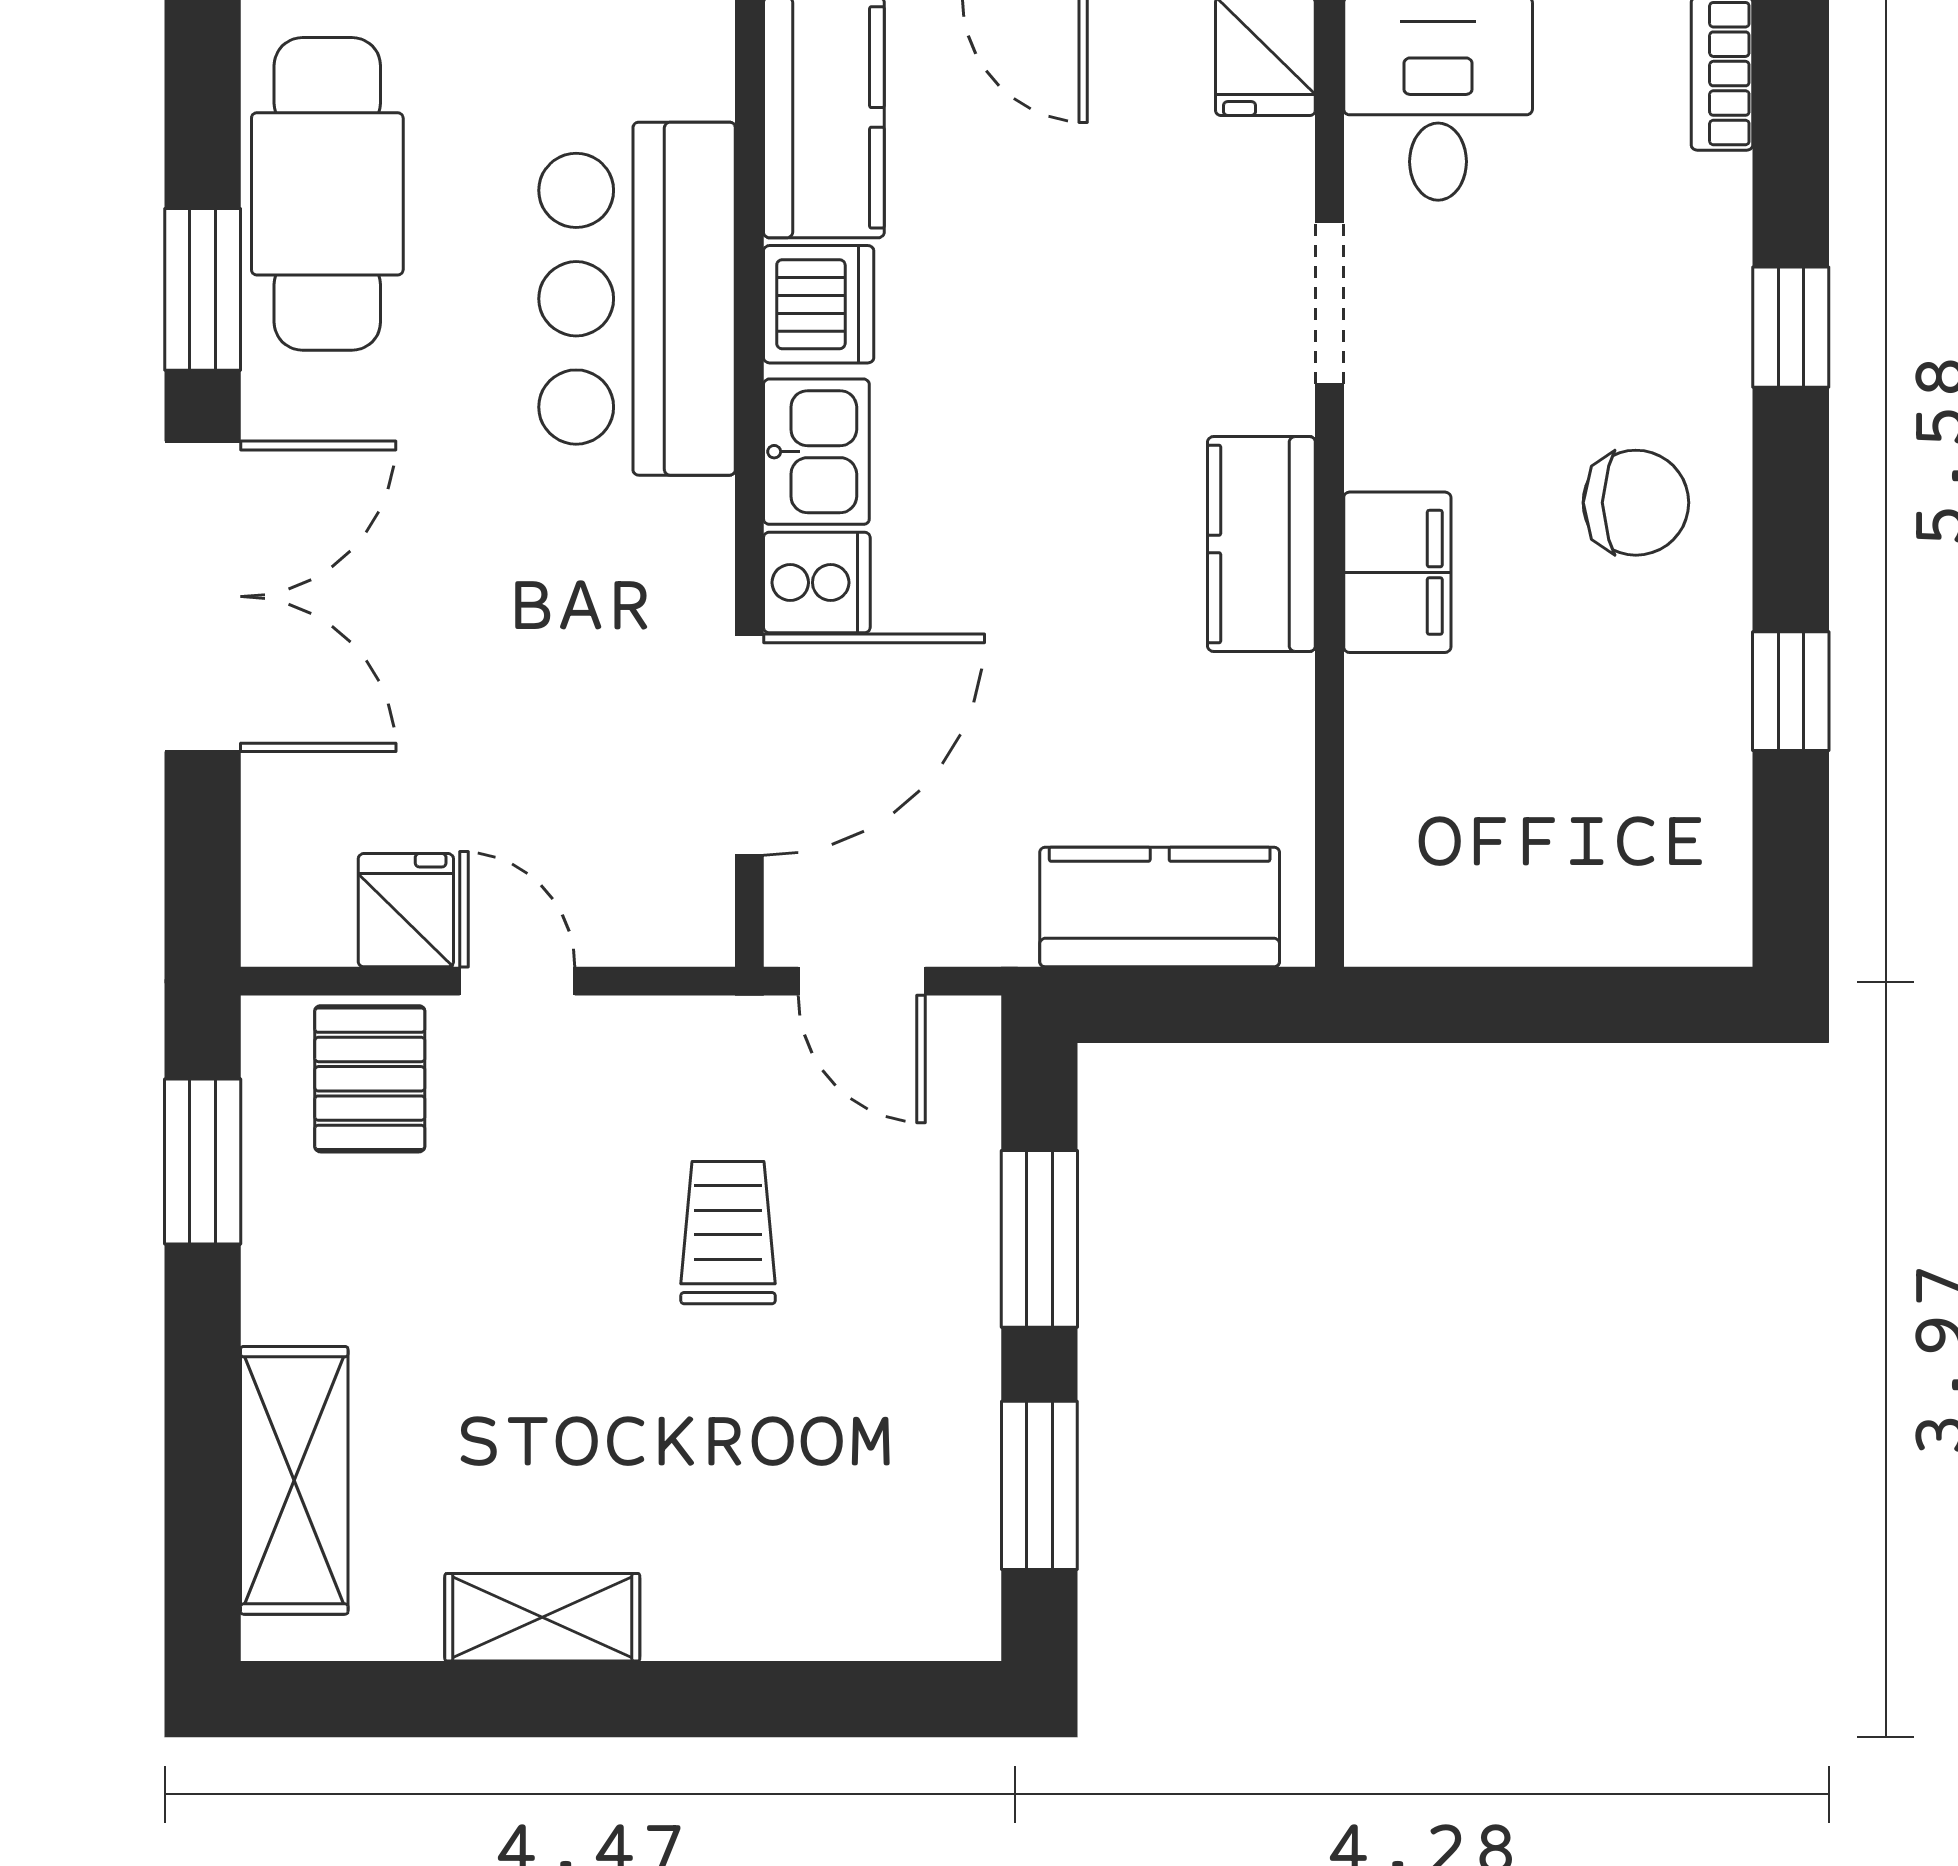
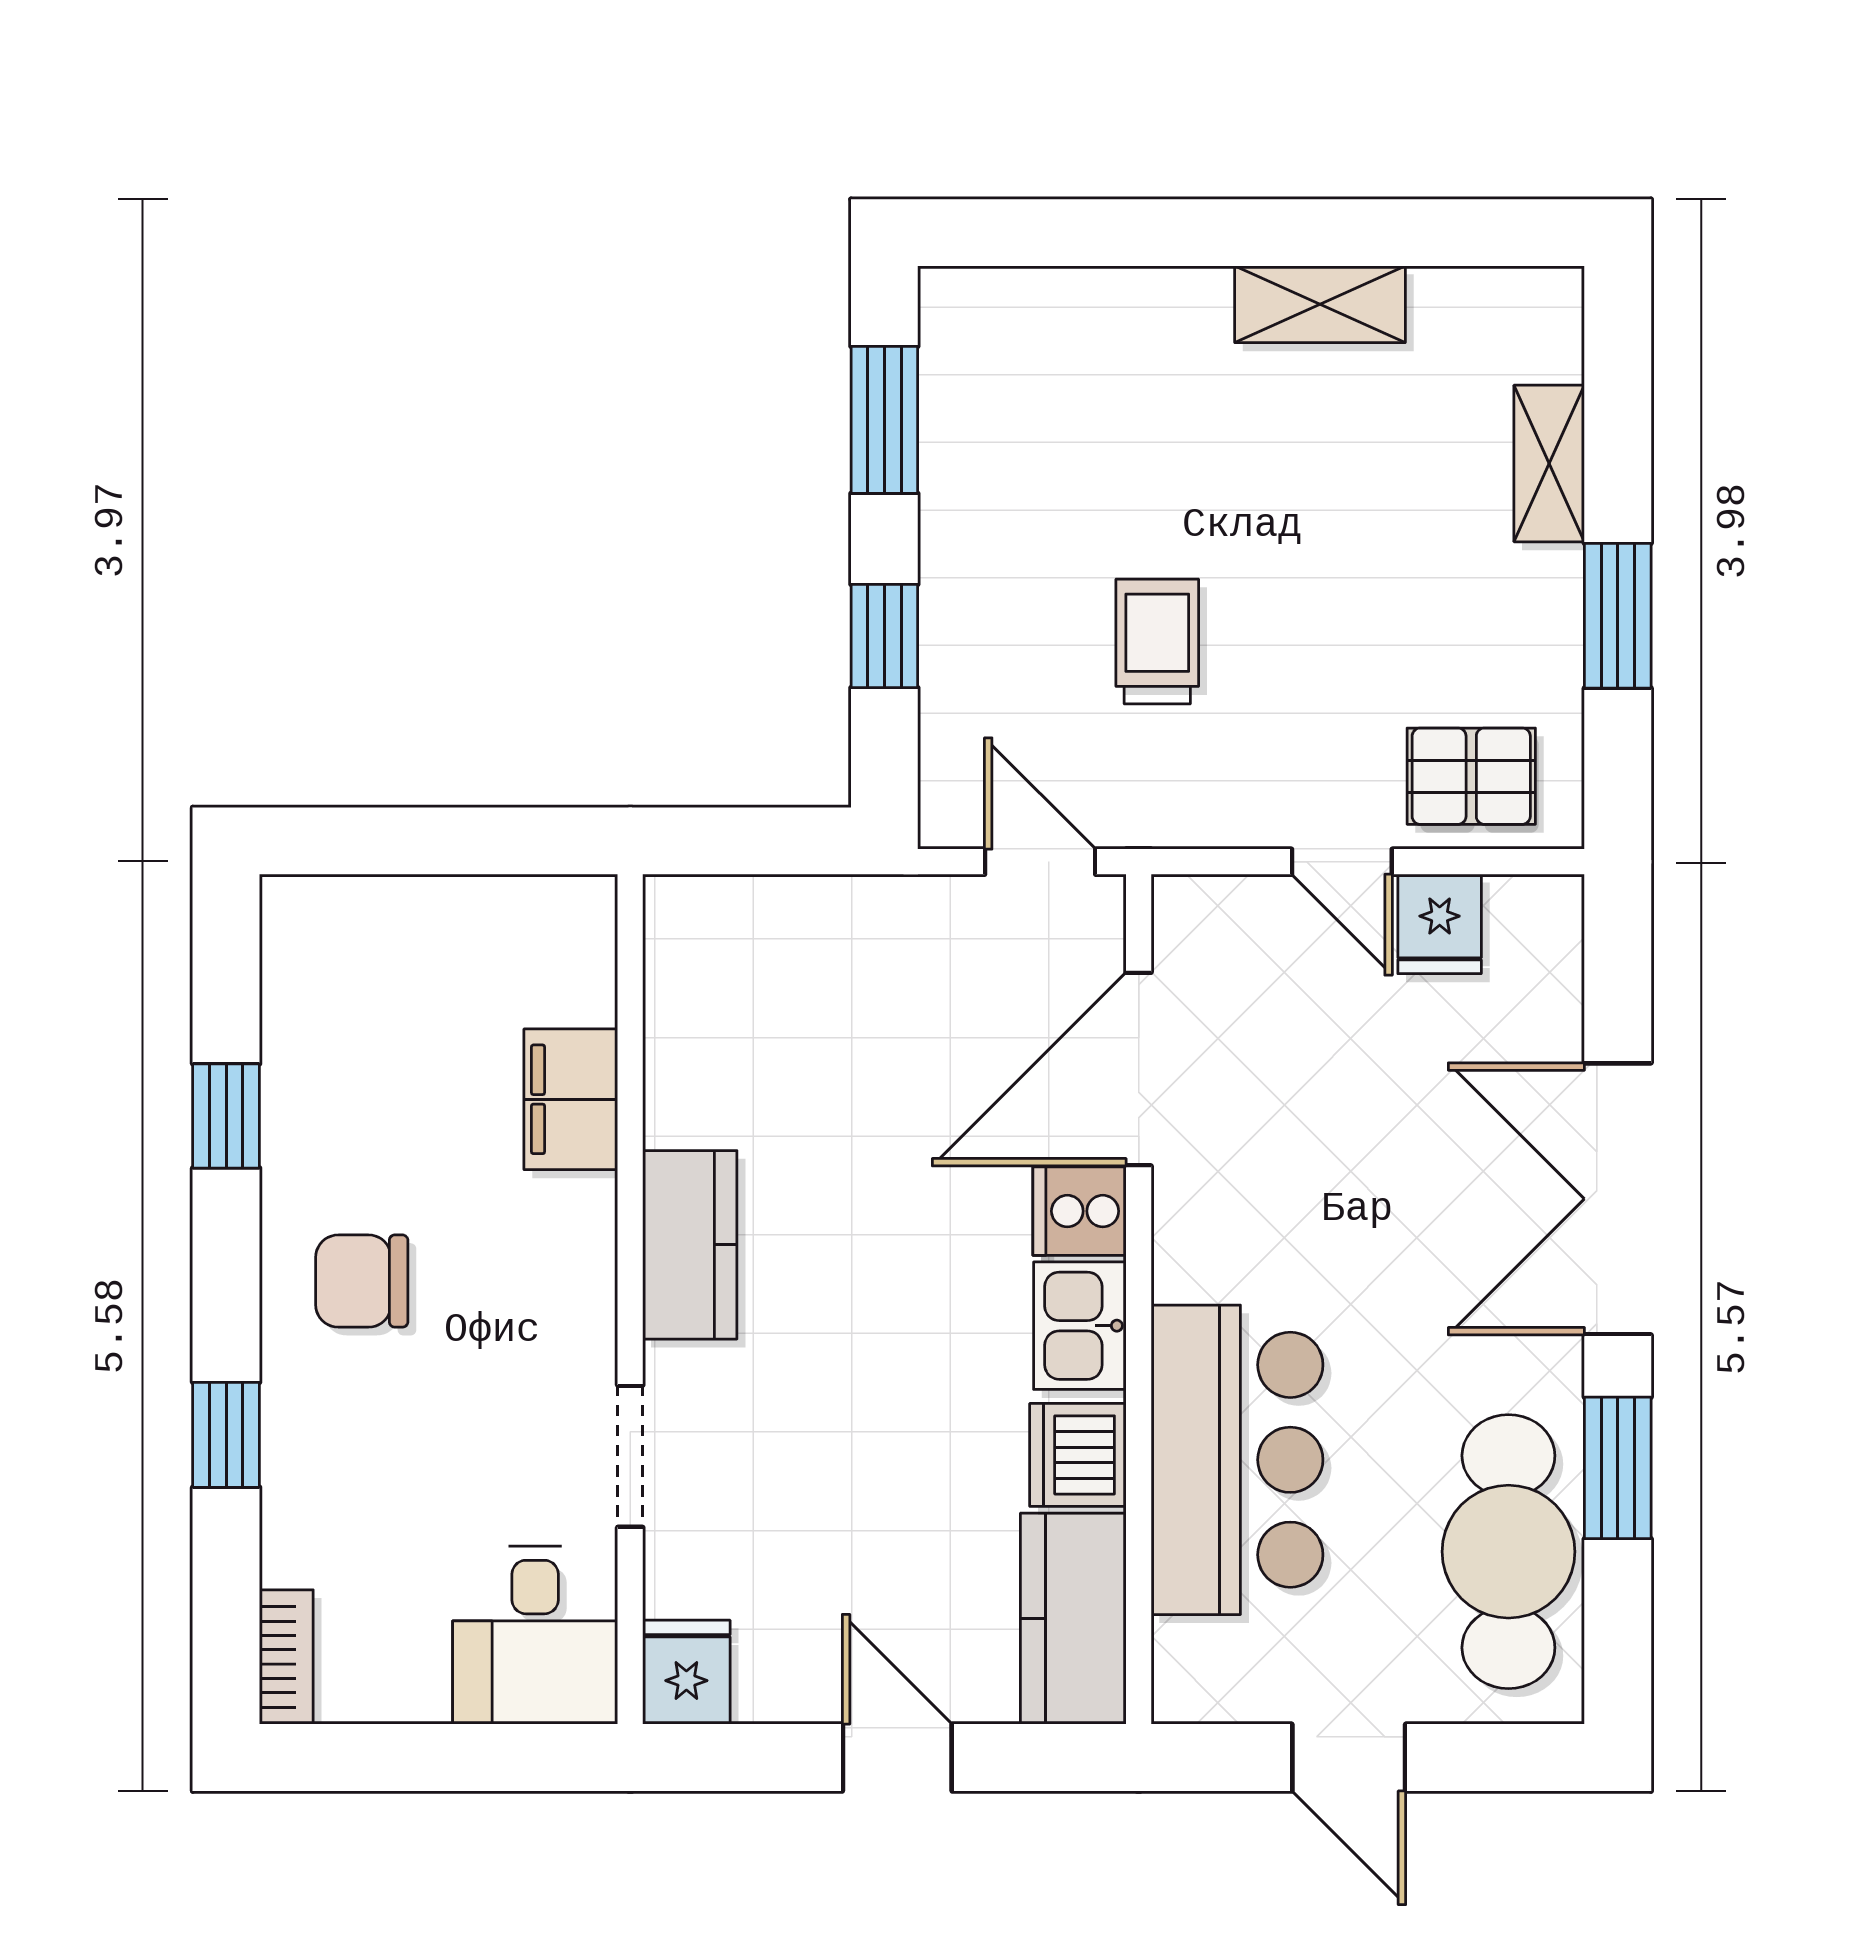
filing cabinet: (1397, 572) -> (571, 1099), moved
kitchen counter: (1160, 907) -> (779, 927), removed
pallet: (370, 1079) -> (1471, 776), turned 90
window: (203, 1161) -> (1618, 616), moved
trolley: (728, 1233) -> (1157, 641), turned 180
window: (1039, 1239) -> (884, 636), width x0.67
shelving: (294, 1480) -> (1549, 464), width x0.67, depth x0.75

